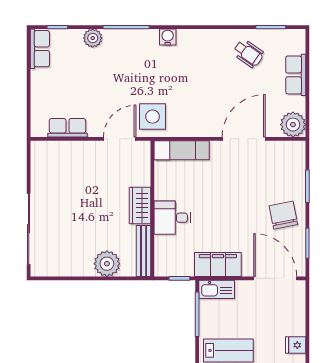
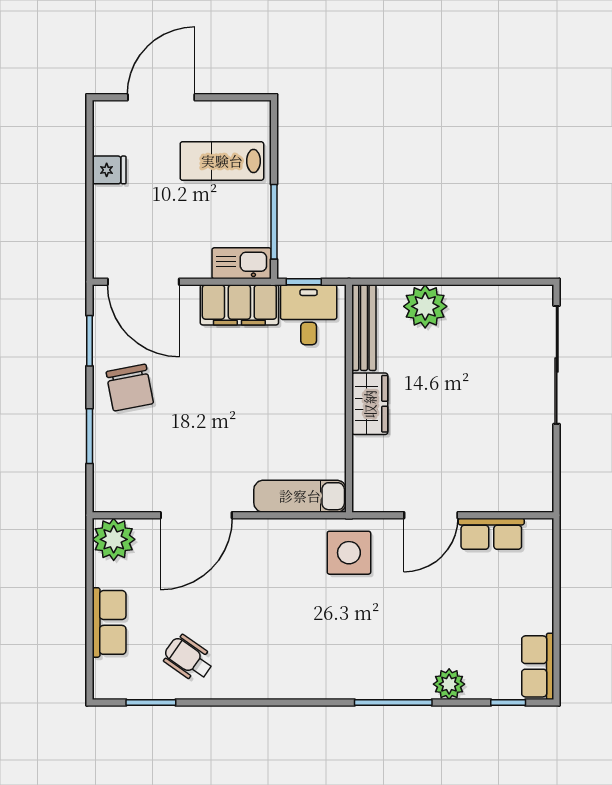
water cooler: (168, 37) -> (324, 686), removed
door: (120, 139) -> (431, 515), moved
desk: (172, 218) -> (309, 315), moved, turned -90

